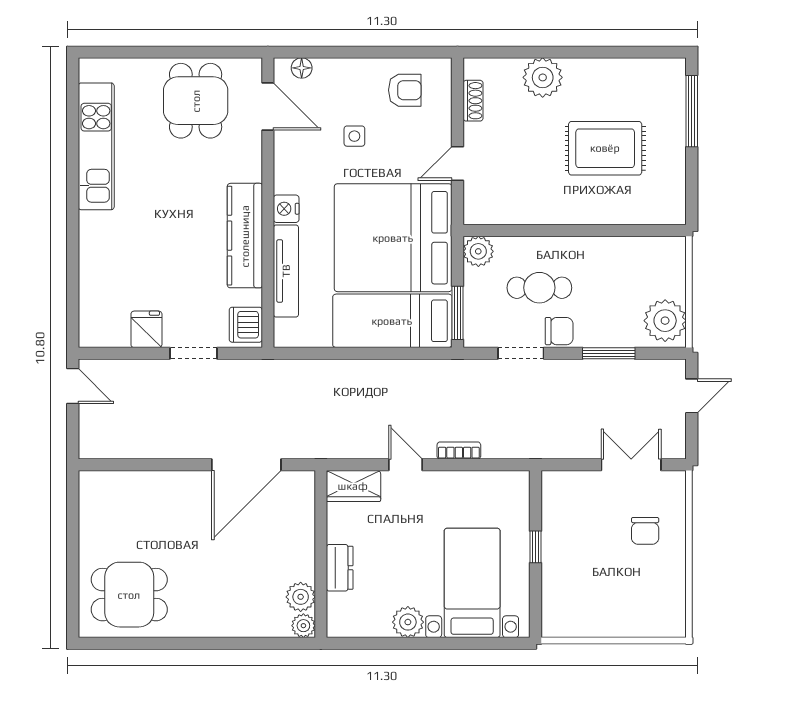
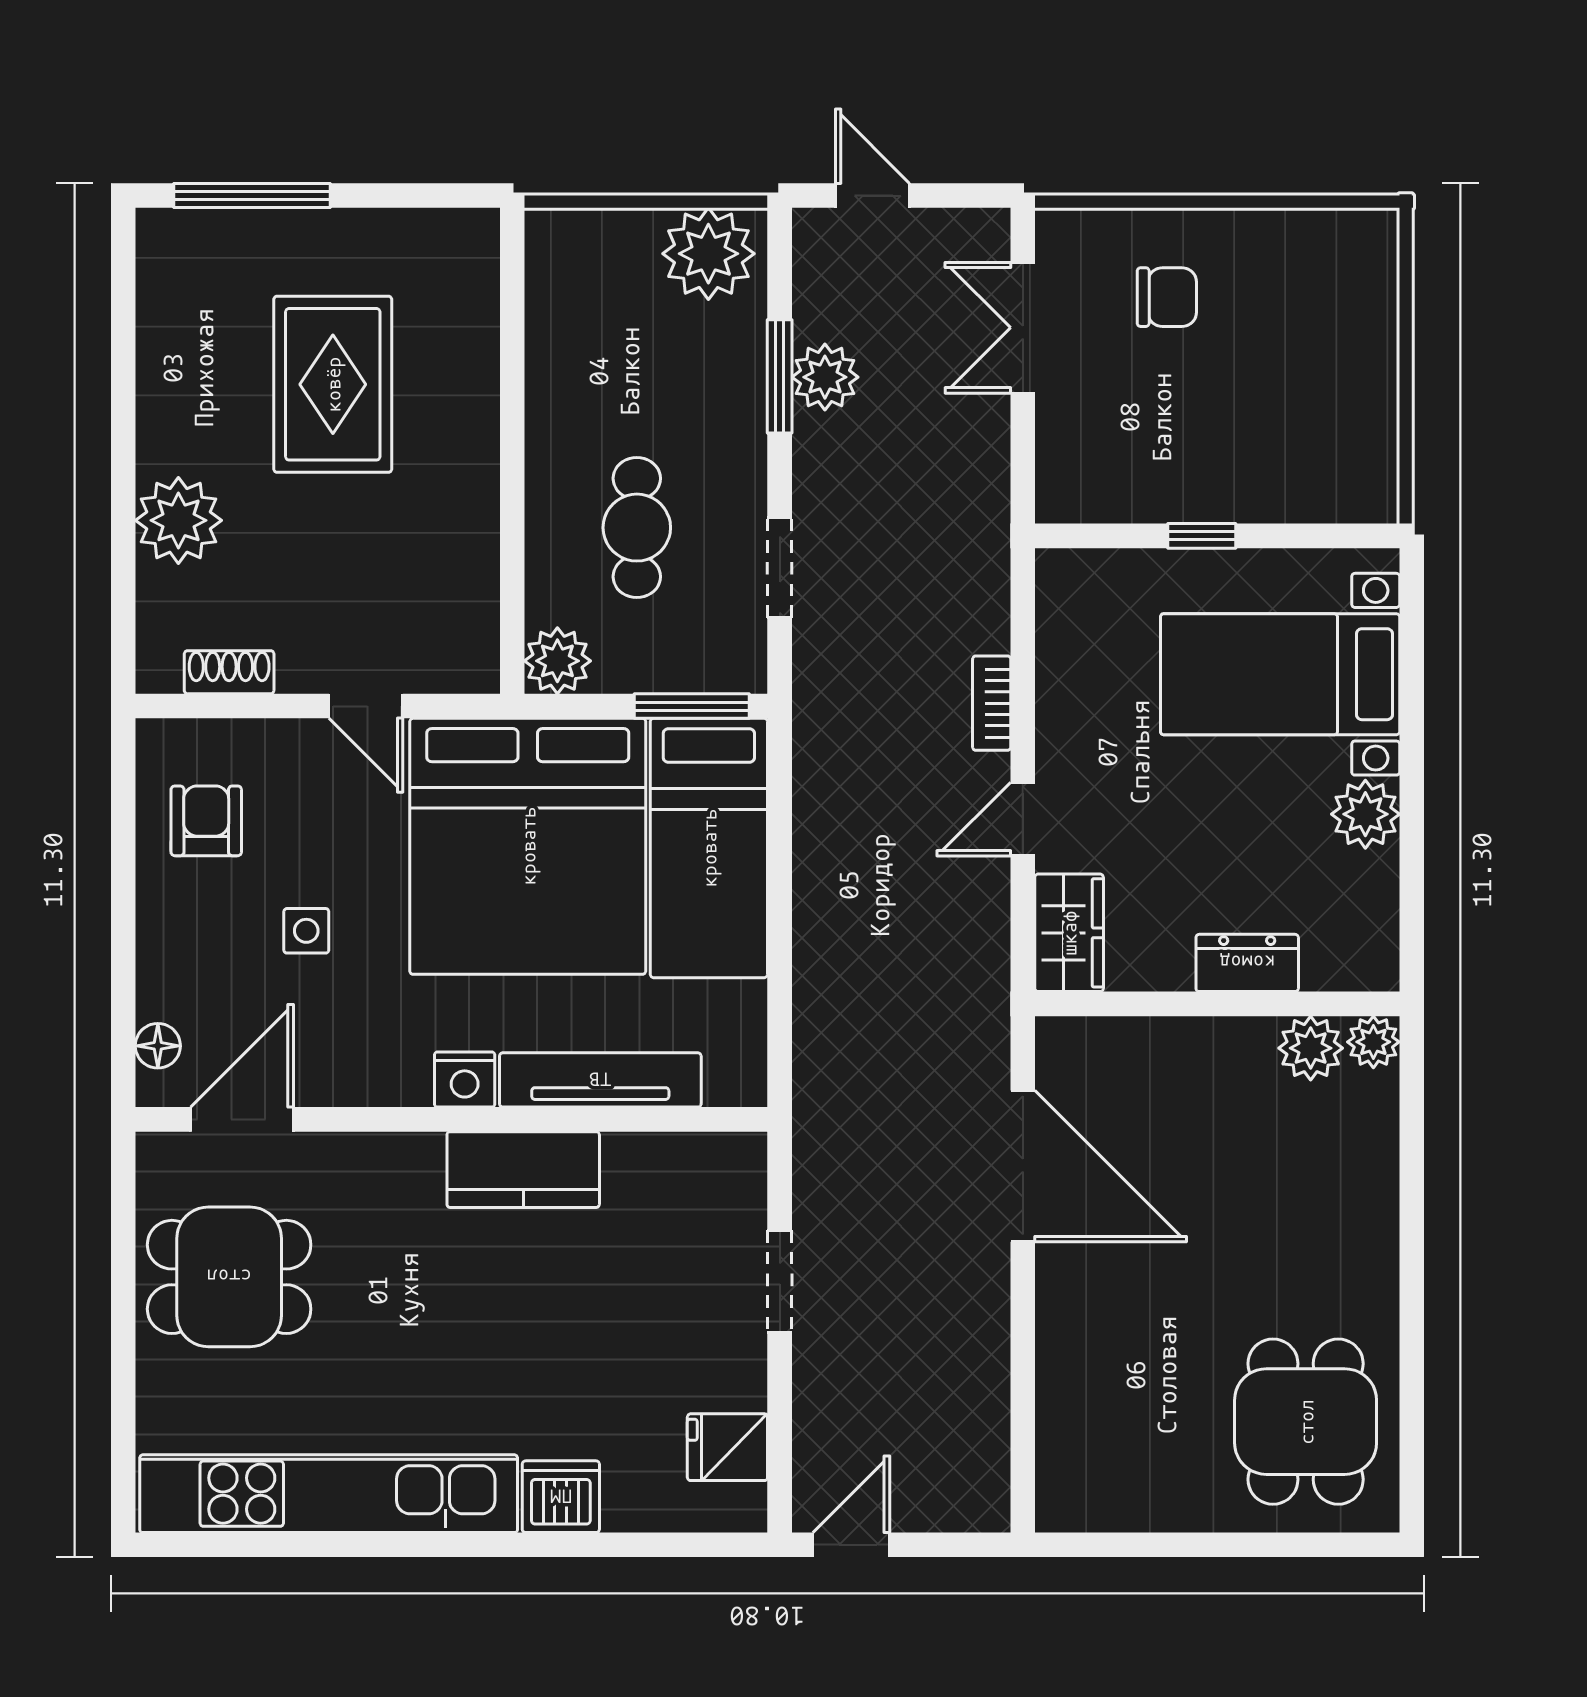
kitchen unit: (96, 146) -> (329, 1494), width x1.36
kitchen counter: (245, 236) -> (523, 1170), width x0.67
dishwasher: (246, 325) -> (561, 1497), moved, turned 180
fridge: (146, 329) -> (727, 1447), moved
chair: (559, 331) -> (731, 485), removed
plant: (608, 374) -> (825, 377), added

